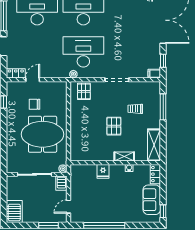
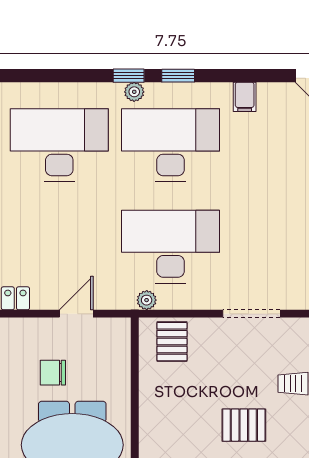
door: (33, 80) -> (76, 314), moved
pallet: (114, 126) -> (244, 425), turned 90

